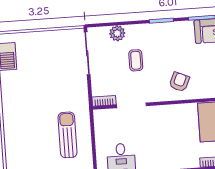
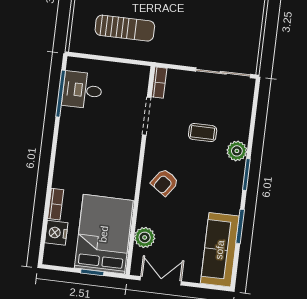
plant: (117, 33) -> (237, 151), moved
armchair: (179, 82) -> (165, 182), turned 101

